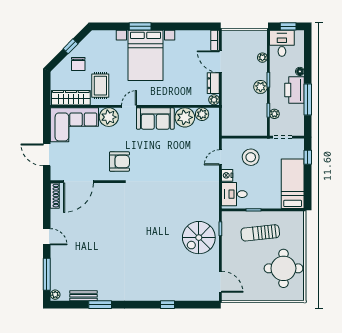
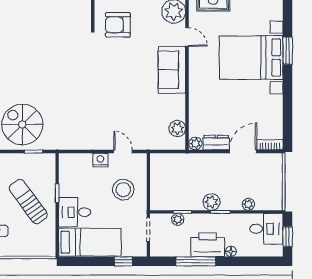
plant: (185, 117) -> (173, 107), removed
armchair: (119, 162) -> (118, 25), turned 90
desk: (234, 194) -> (75, 212), moved, turned -90
sun lounger: (260, 233) -> (28, 202), turned -30

